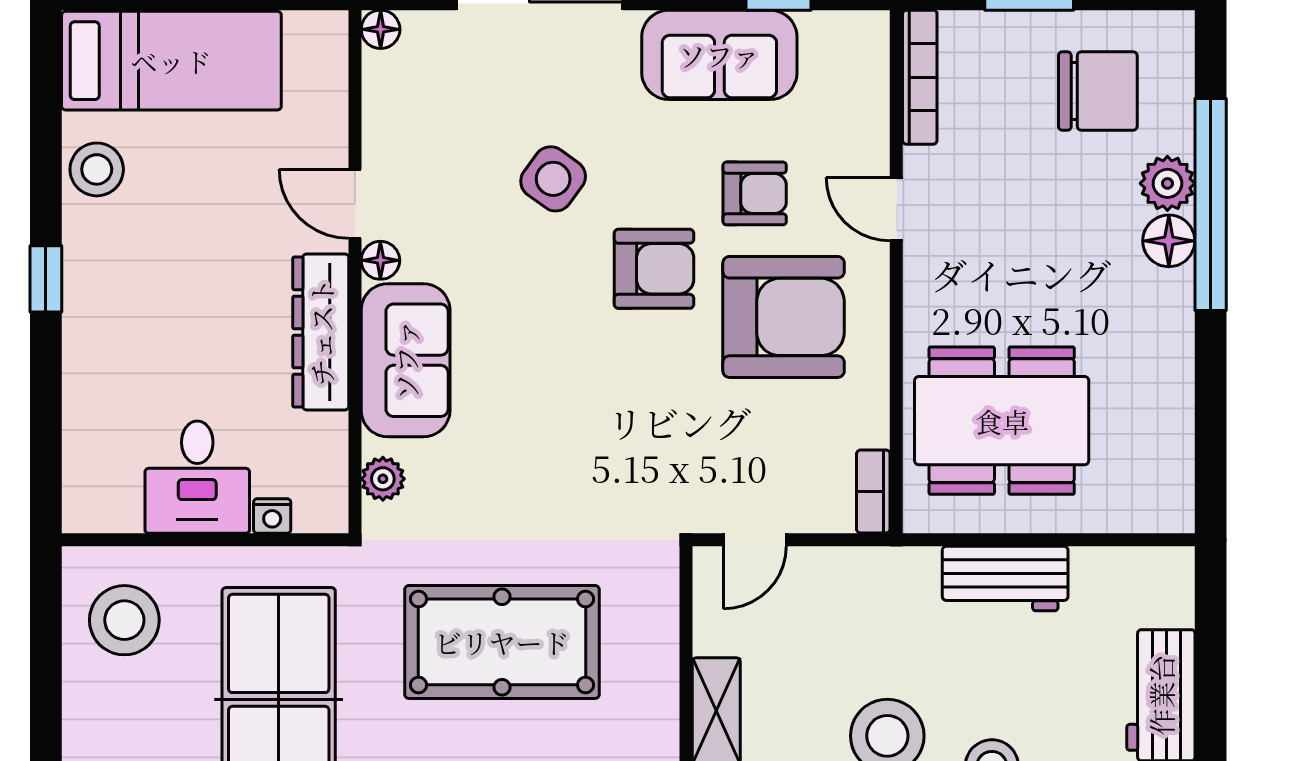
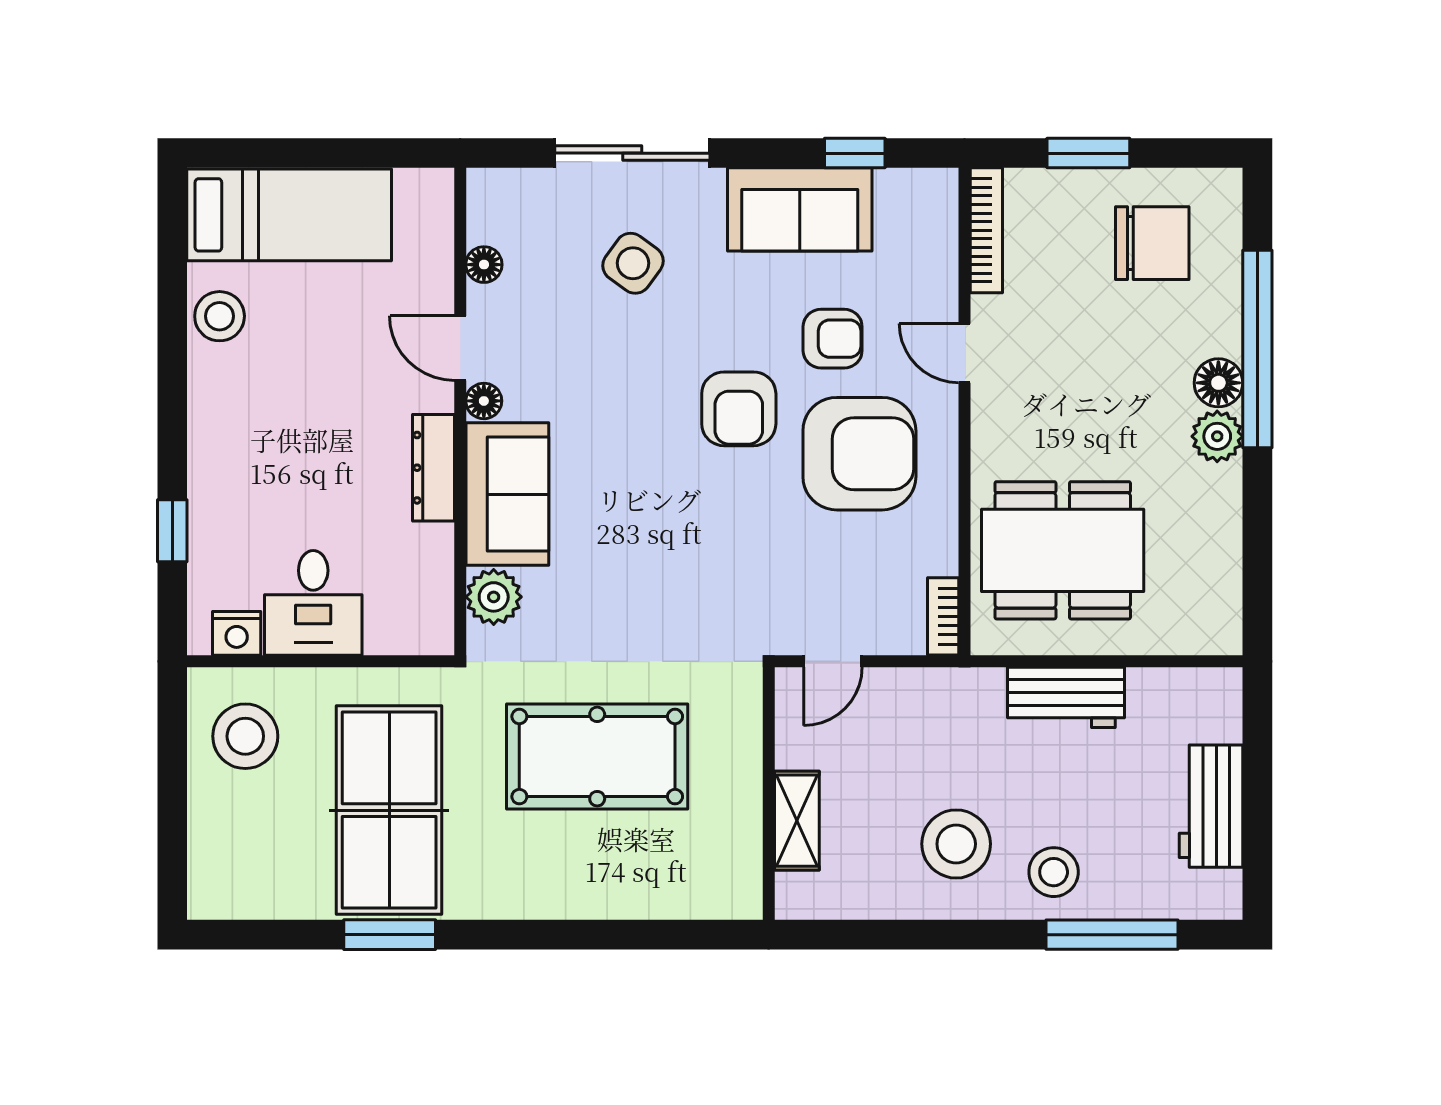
floor lamp: (381, 29) -> (484, 265), moved
side table: (553, 179) -> (633, 263), moved
plant: (1167, 183) -> (1217, 436), moved
armchair: (654, 269) -> (739, 409), turned 90
window: (46, 279) -> (172, 531), moved
dresser: (321, 332) -> (433, 468), width x0.73, depth x0.80
plant: (383, 479) -> (494, 597), width x1.38, depth x1.38
nightstand: (272, 516) -> (237, 633), moved, width x1.39, depth x1.35

